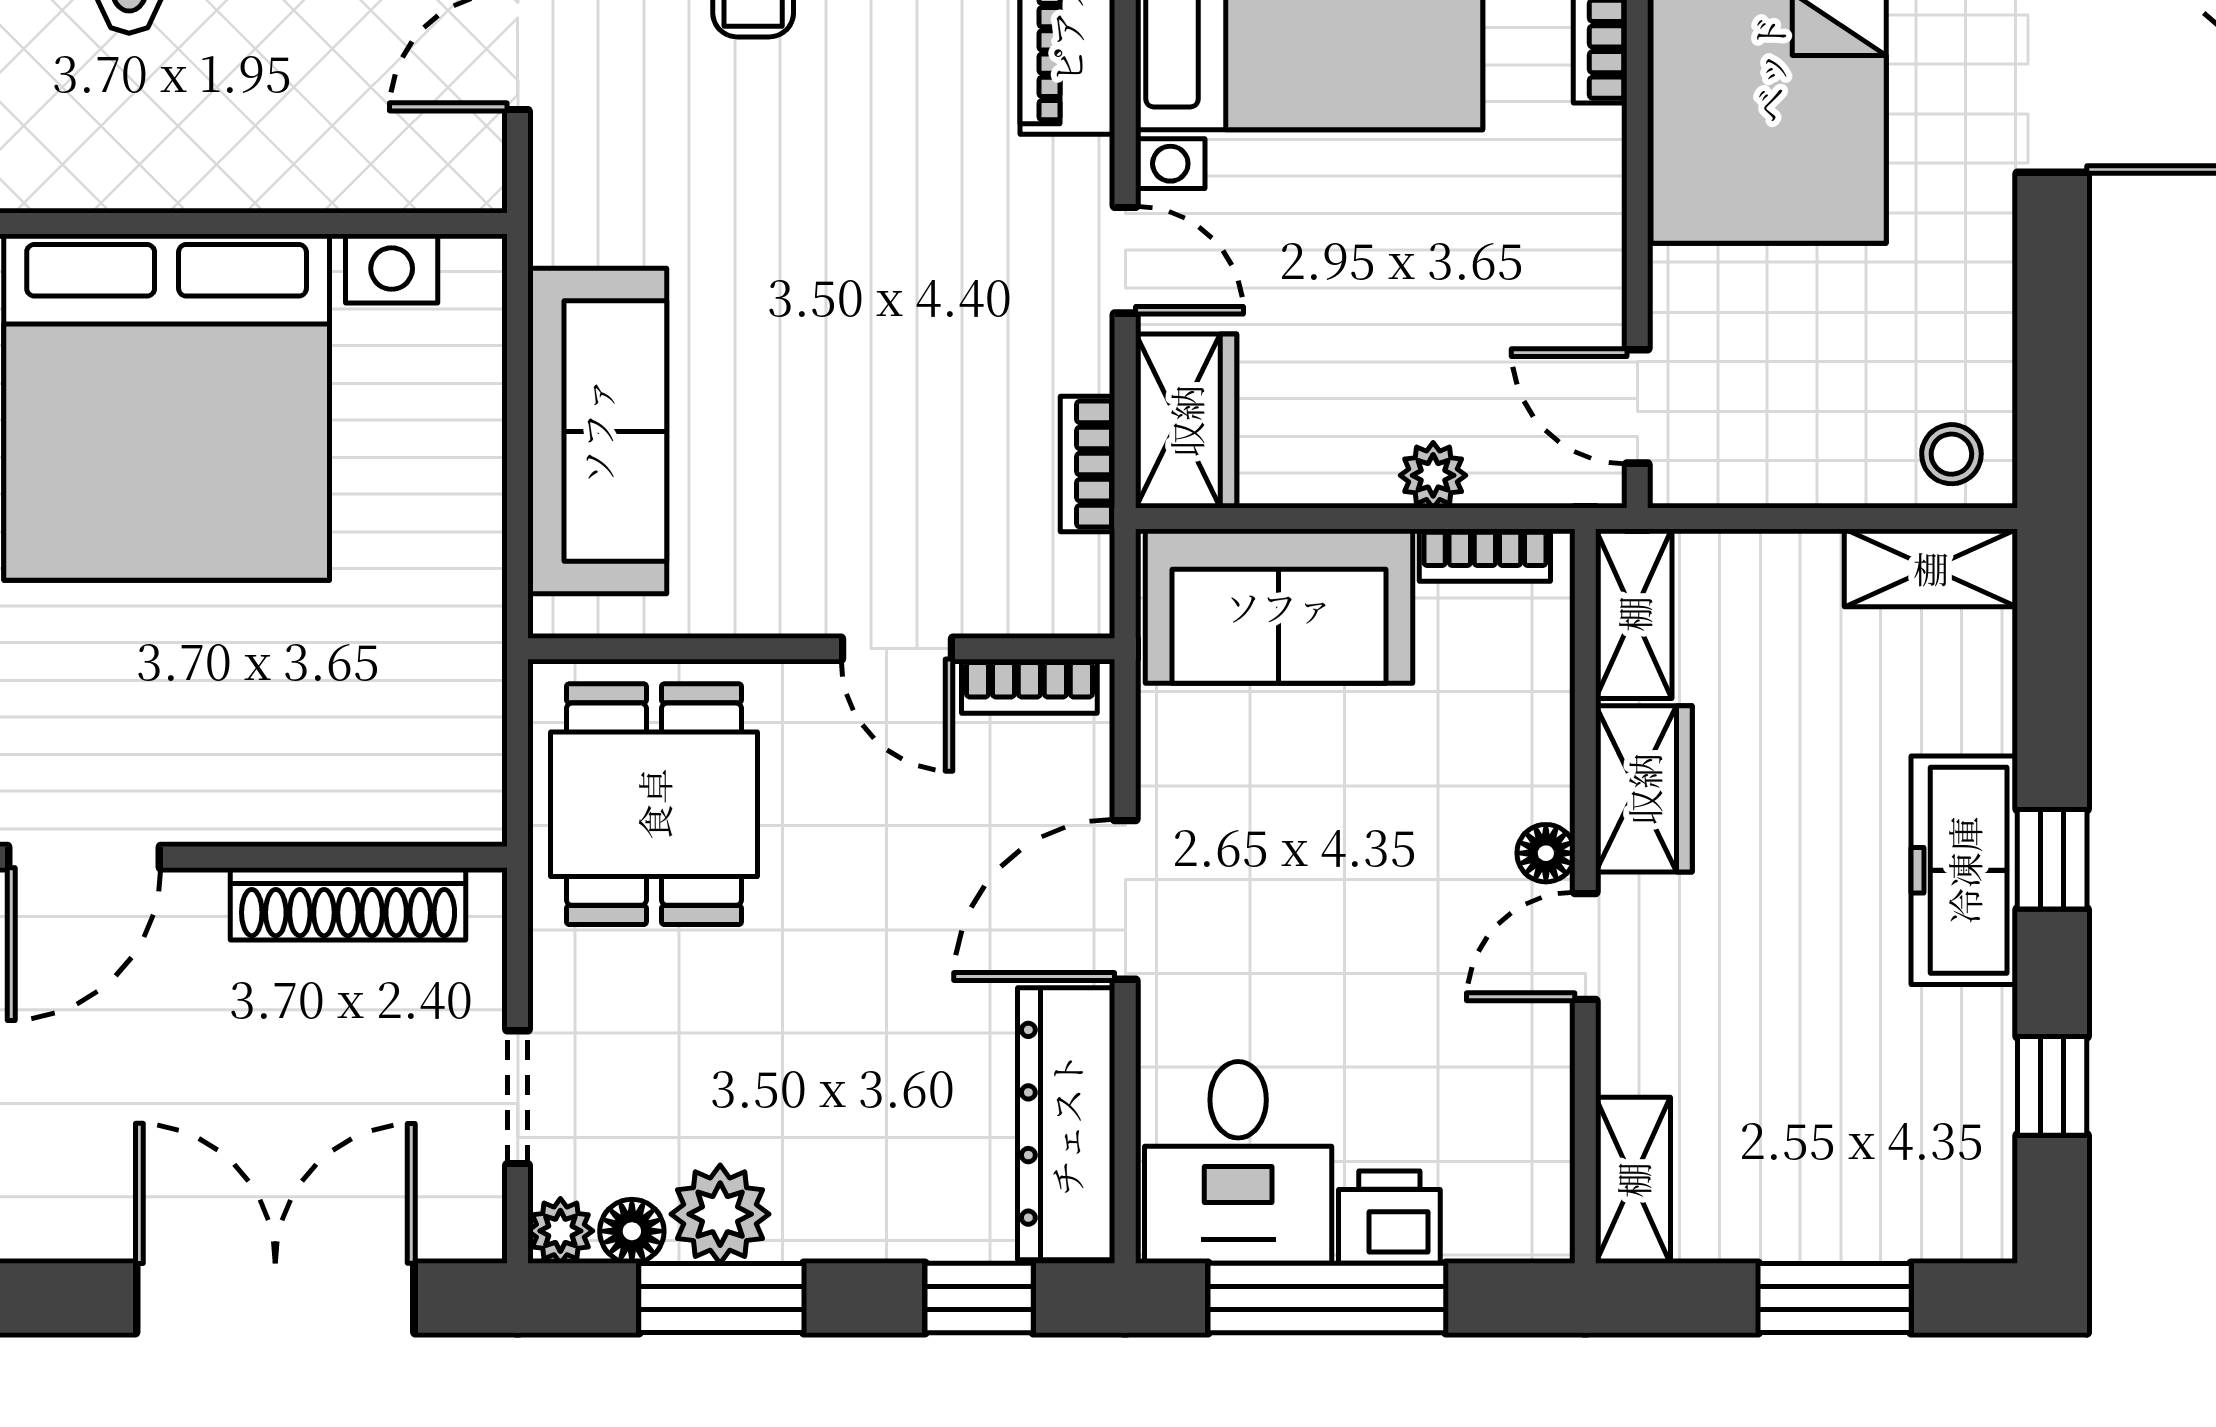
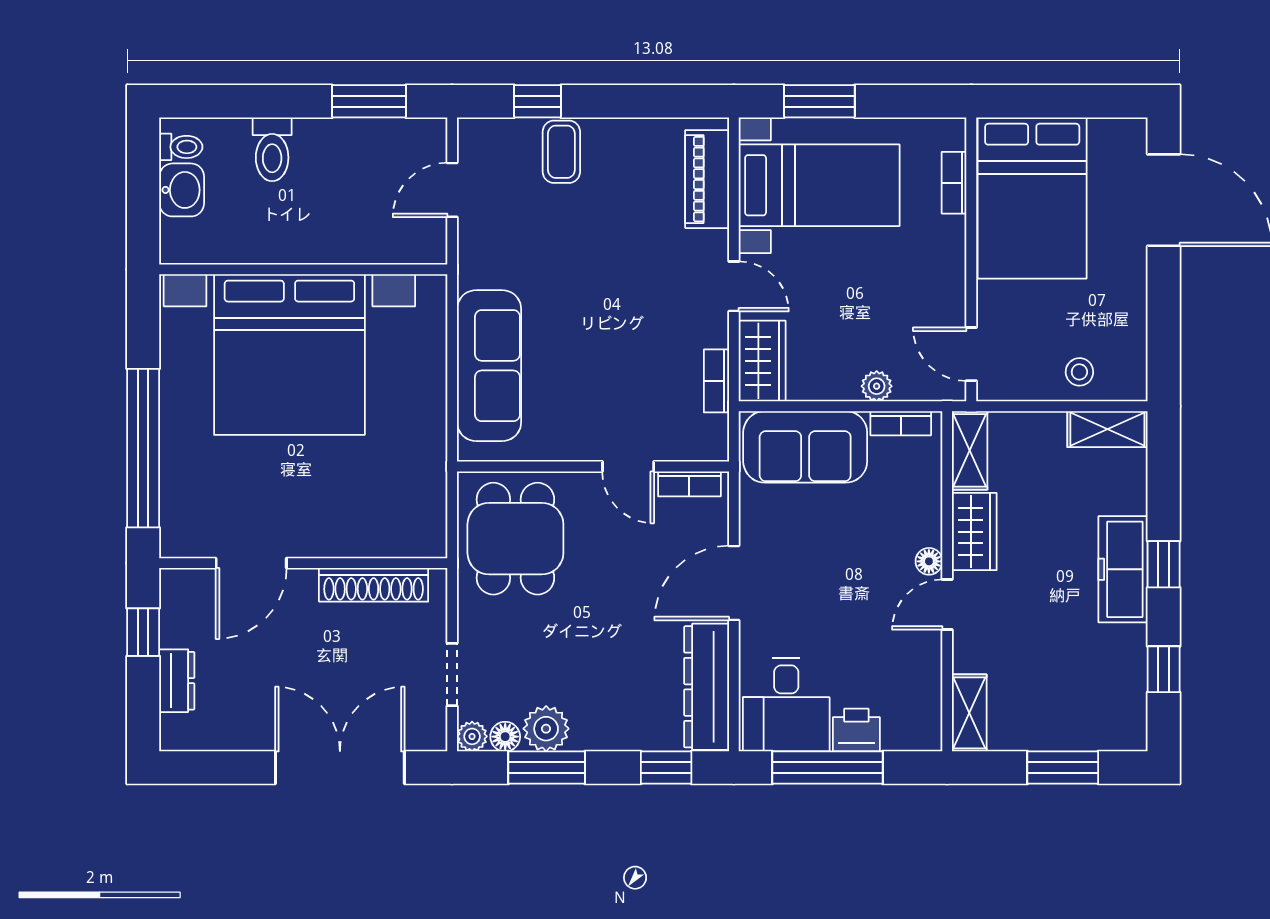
stool: (1951, 454) -> (1079, 372), moved

